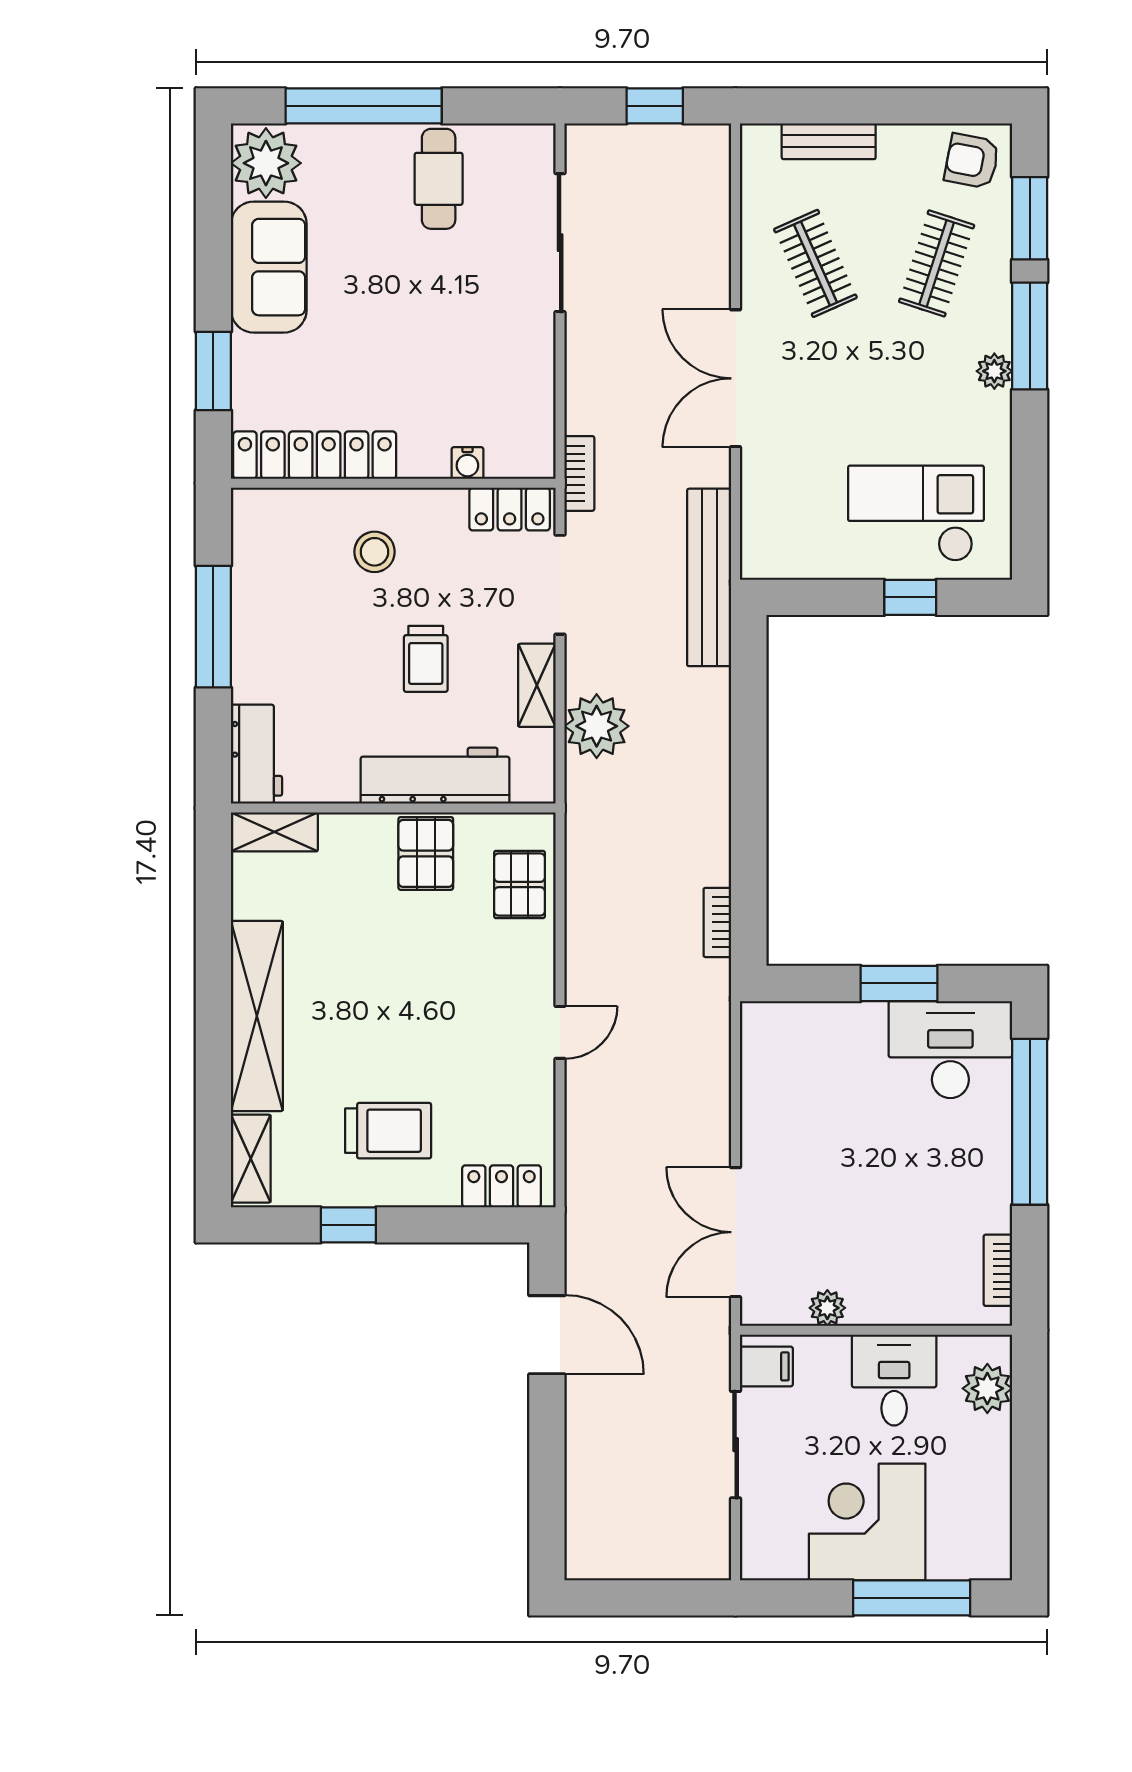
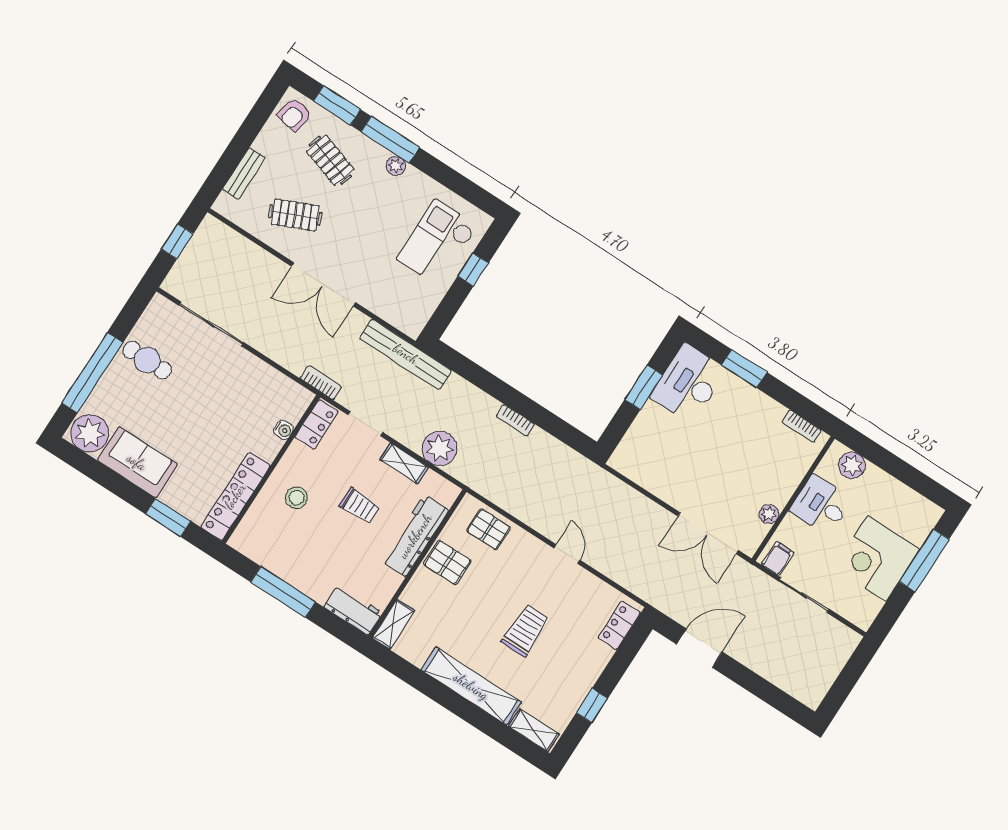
doorway: (560, 585) -> (365, 424), width x0.73
bookcase: (717, 922) -> (515, 420), moved
window: (1030, 1122) -> (744, 369), width x0.47
trolley: (388, 1131) -> (526, 630), moved

